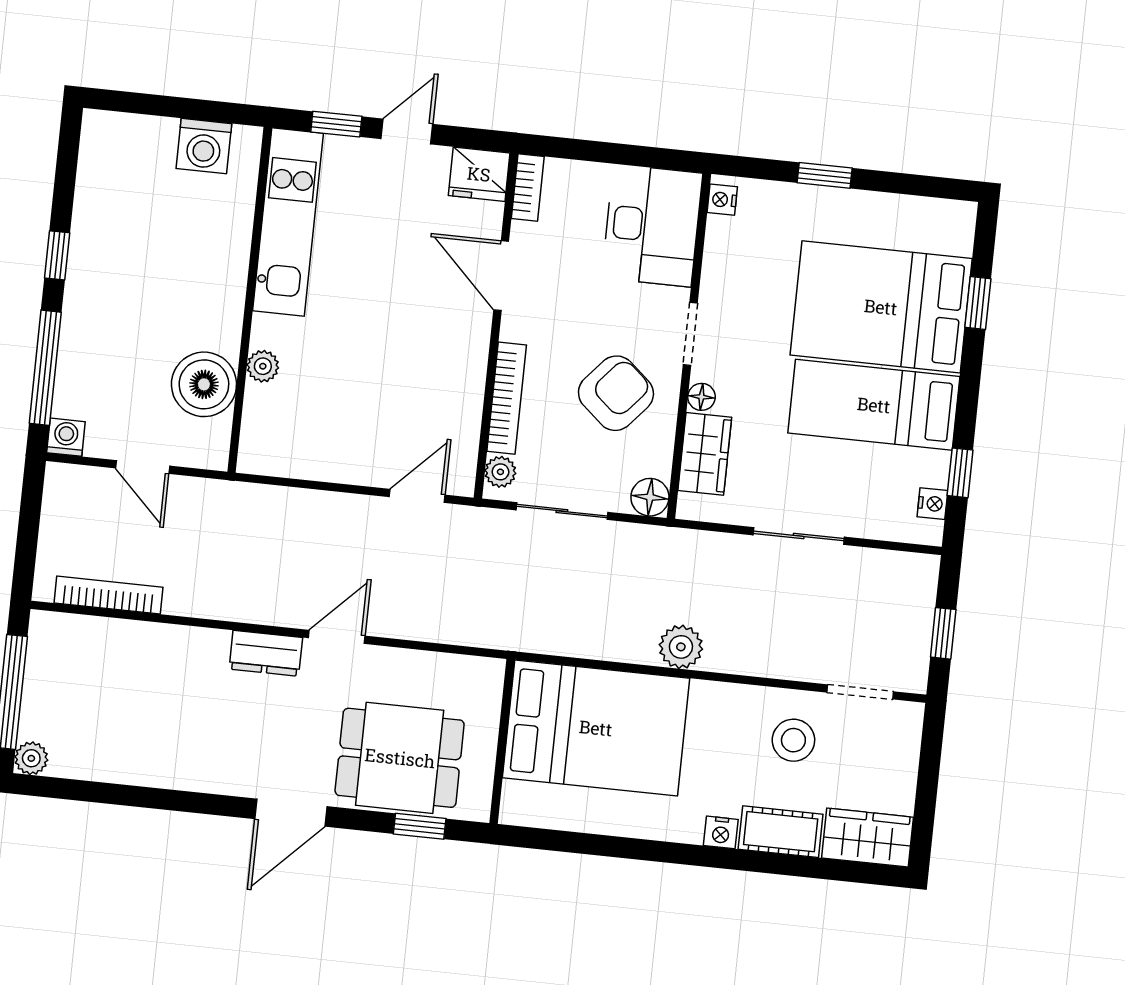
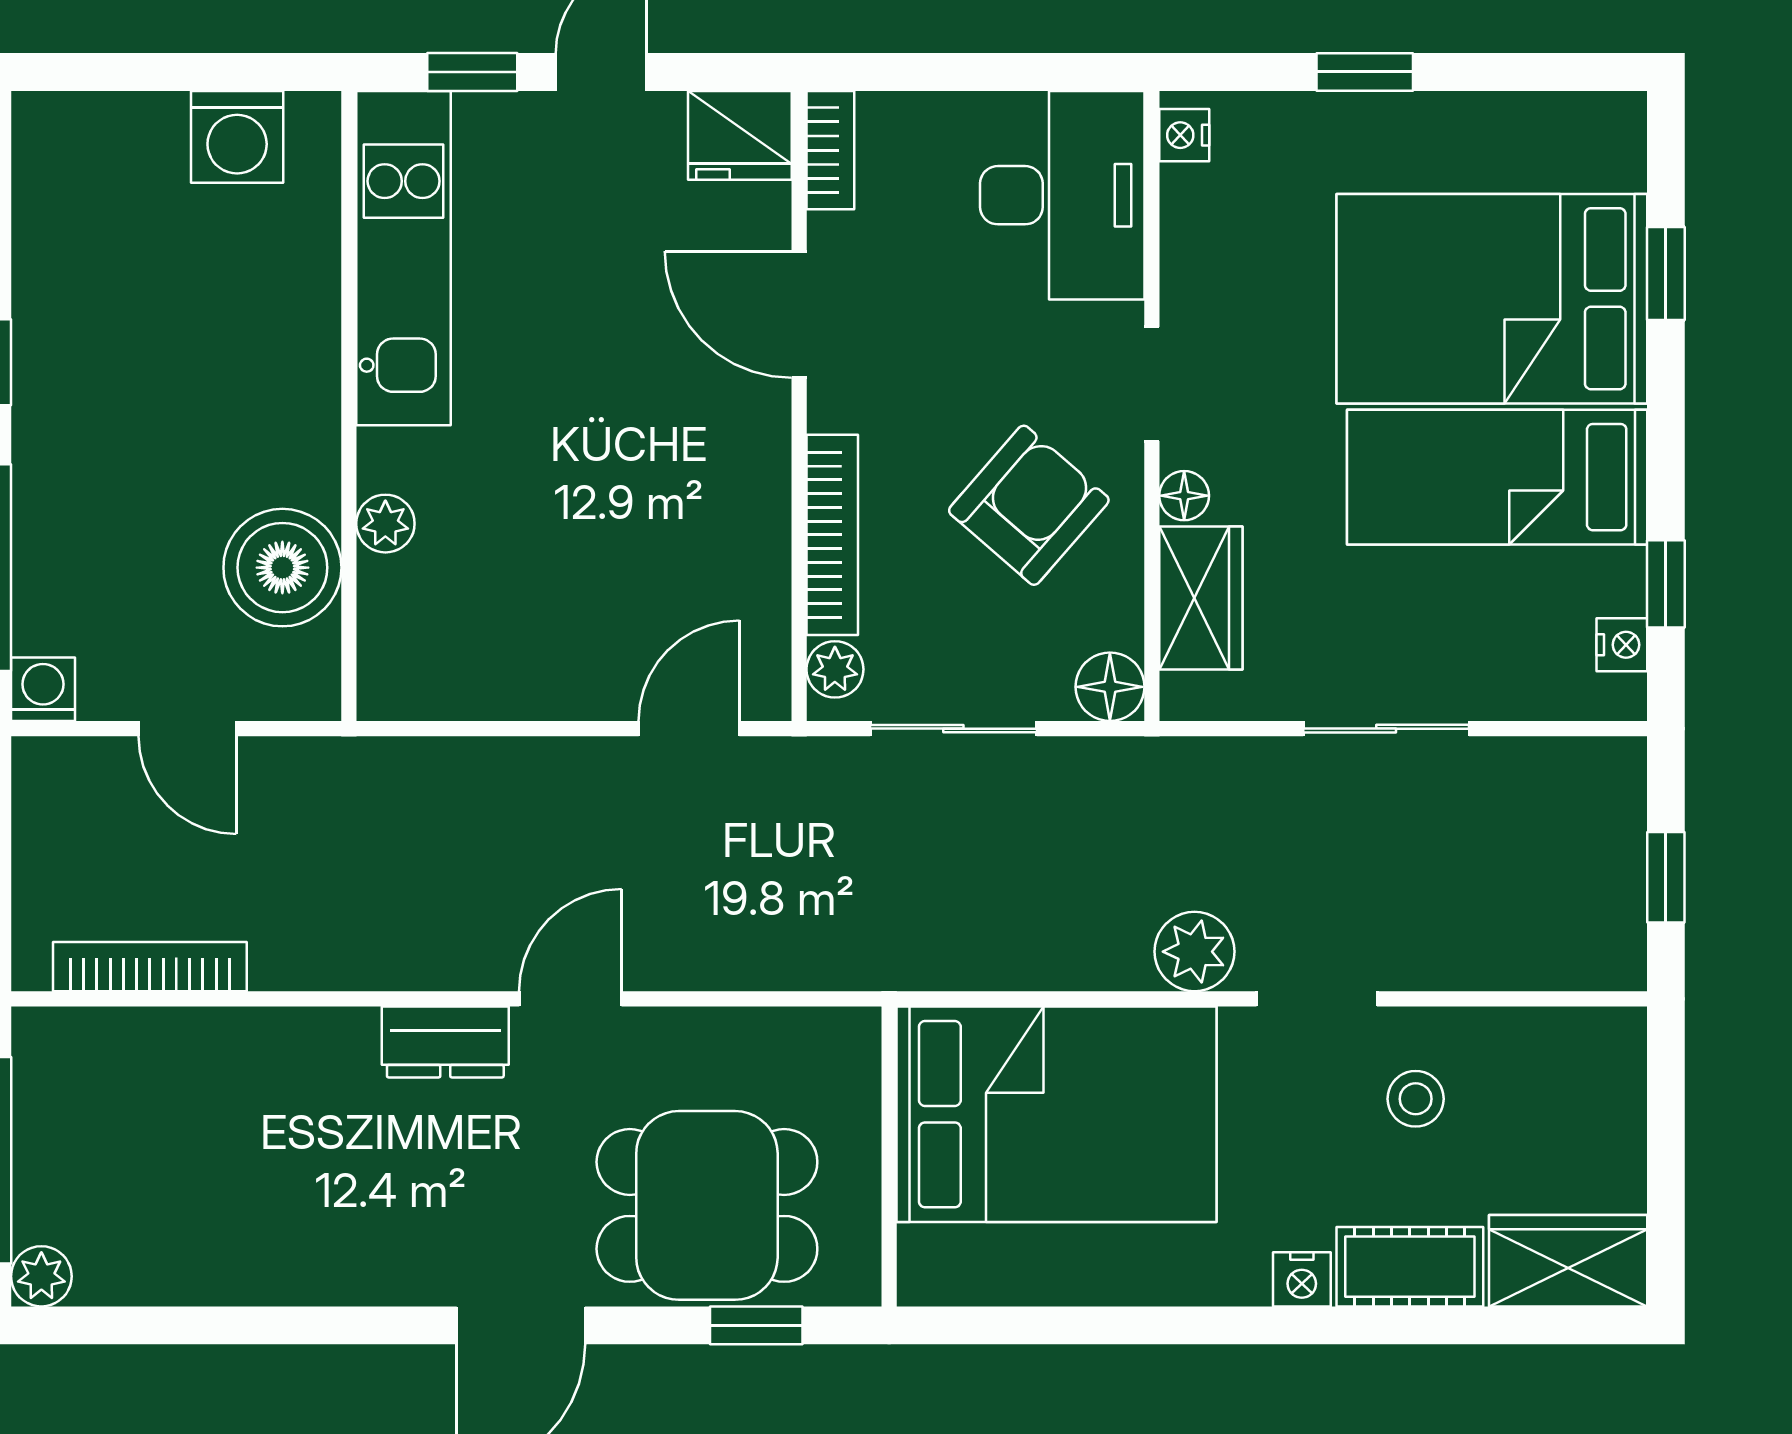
doorway: (860, 692) -> (1317, 999), moved
stool: (793, 740) -> (1416, 1099), width x0.73, depth x0.73

